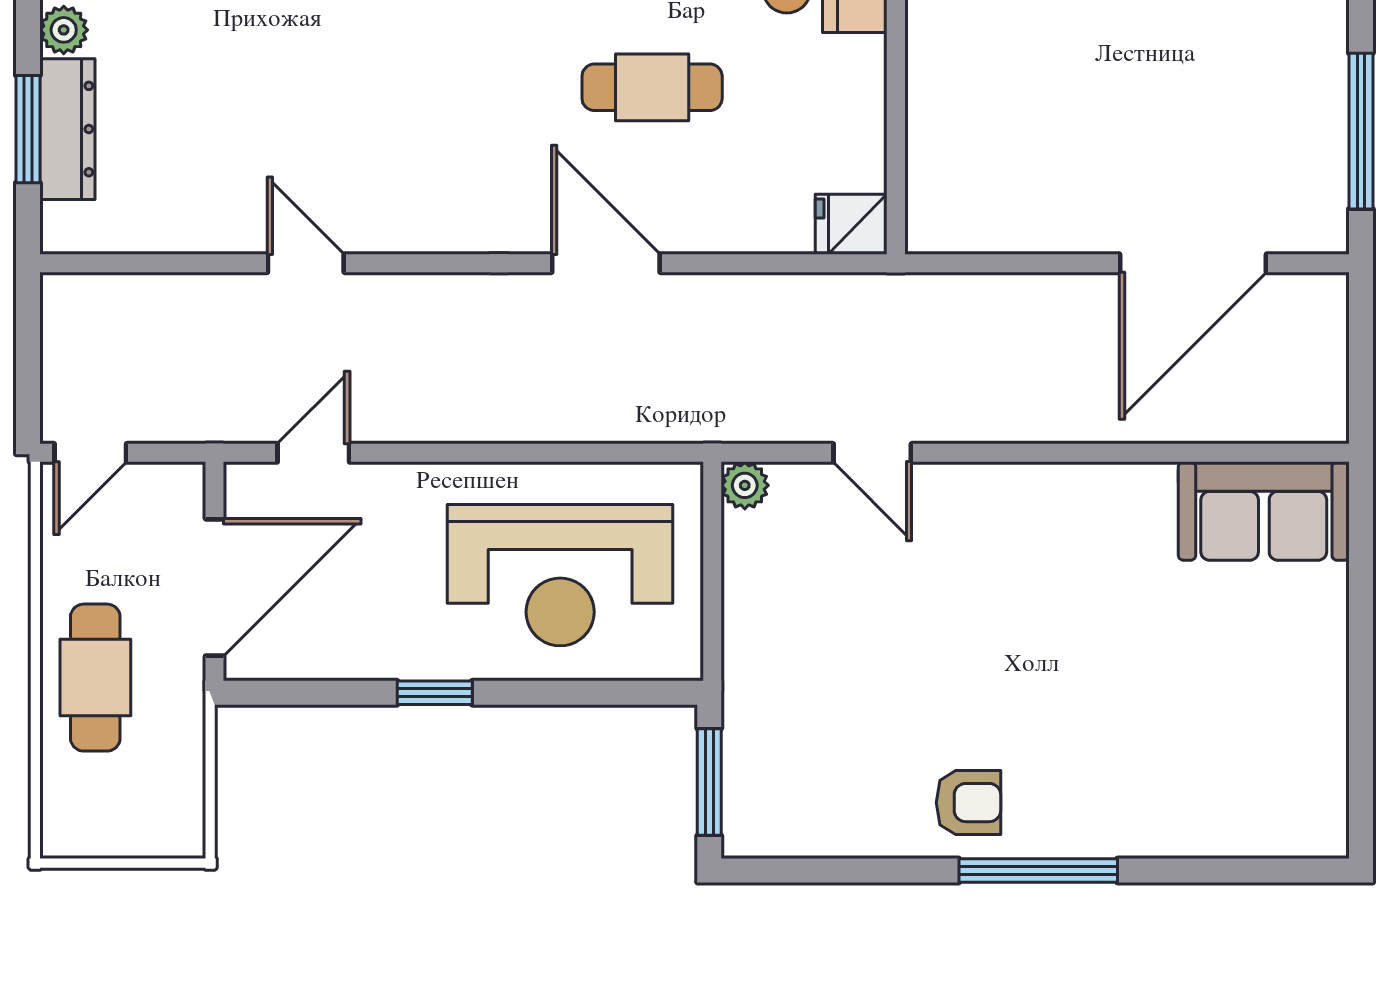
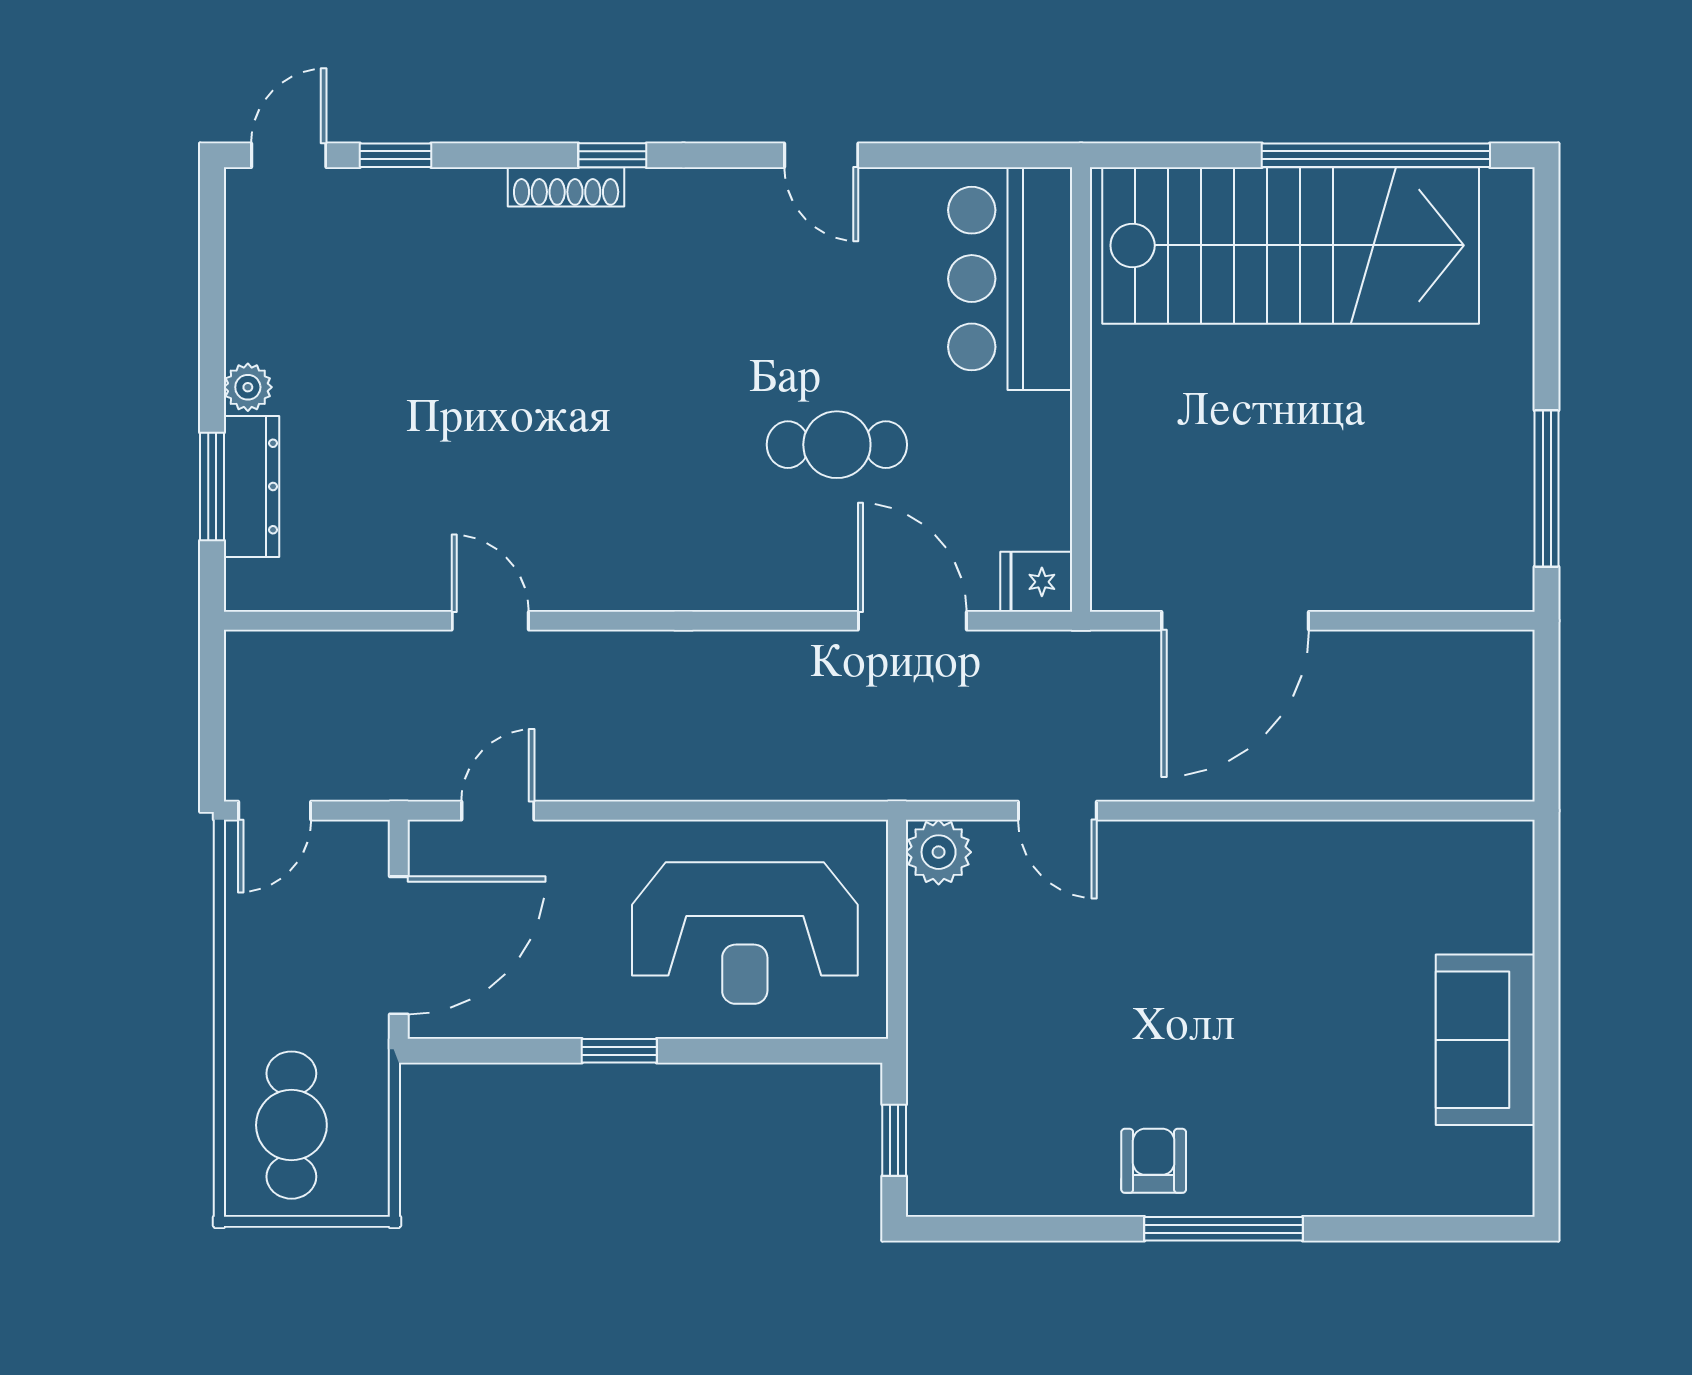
door: (606, 263) -> (912, 621), moved
door: (1193, 263) -> (1235, 621), moved
plant: (745, 485) -> (939, 852), width x1.38, depth x1.38
sofa: (1264, 511) -> (1485, 1040), moved, turned 90
cafe table: (95, 678) -> (291, 1125), moved
window: (709, 782) -> (894, 1140), width x0.67
armchair: (968, 803) -> (1154, 1161), turned -90

